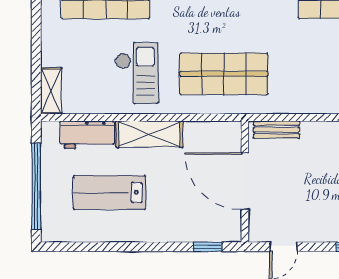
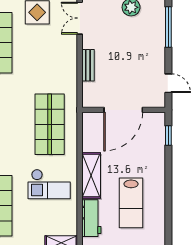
checkout: (137, 73) -> (49, 184), turned 180
bench: (276, 130) -> (88, 65), moved

